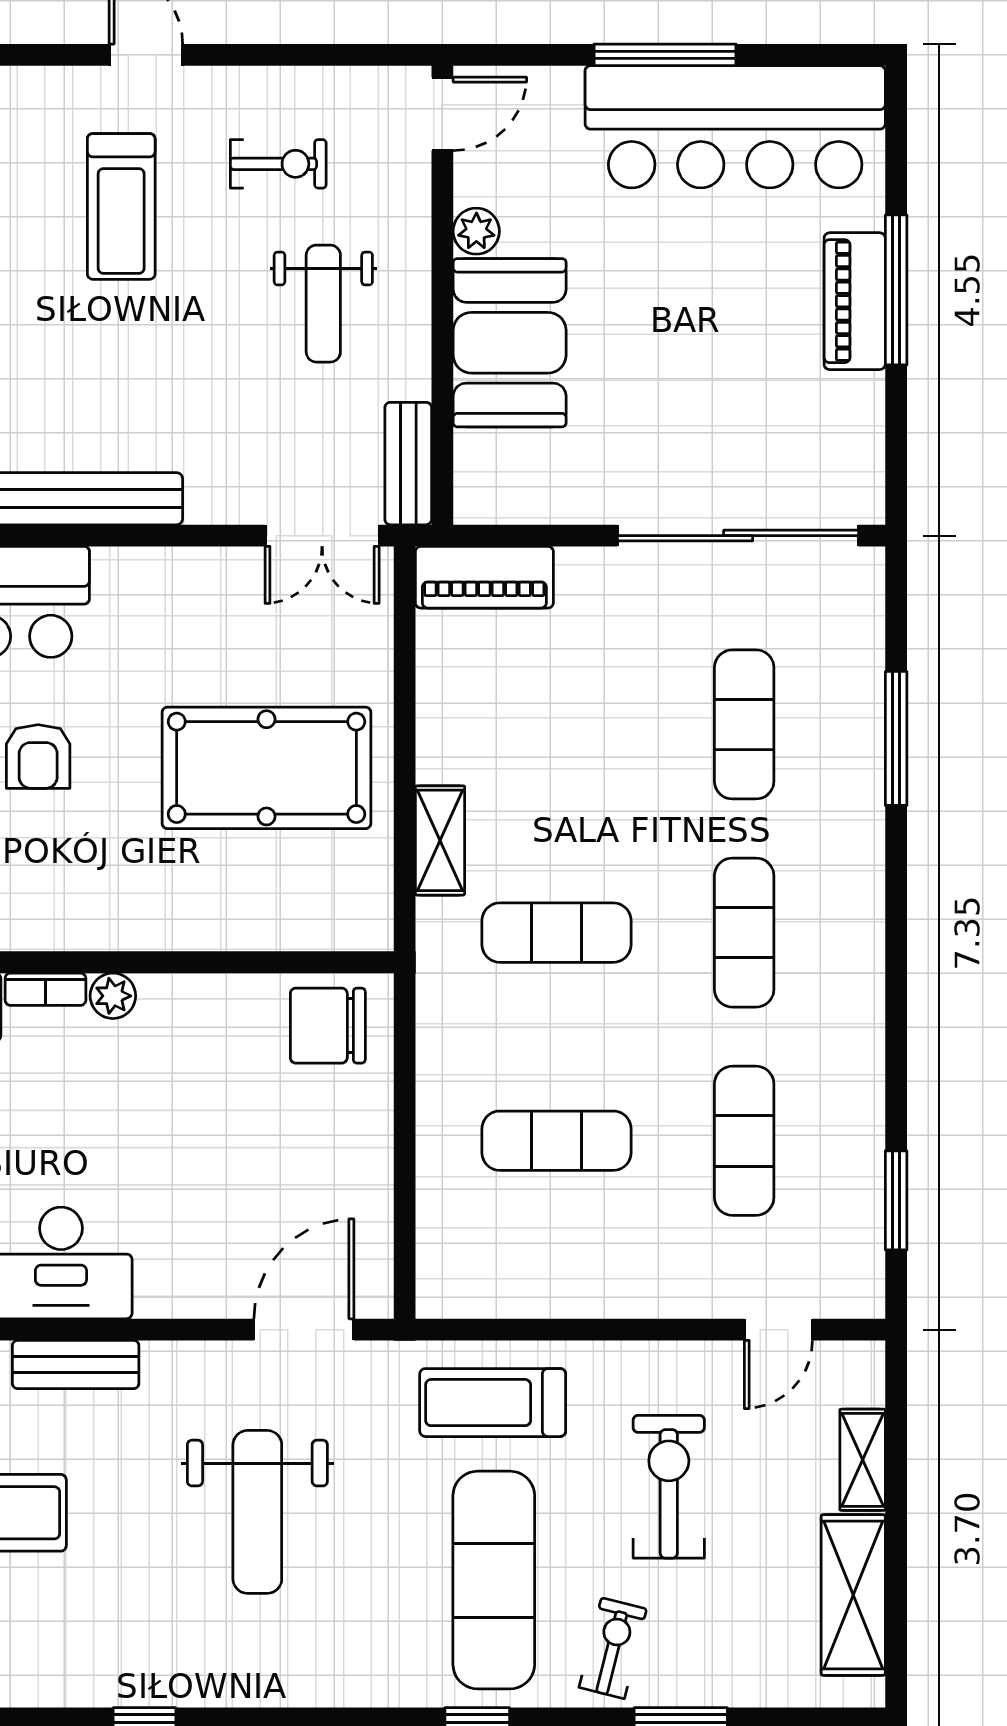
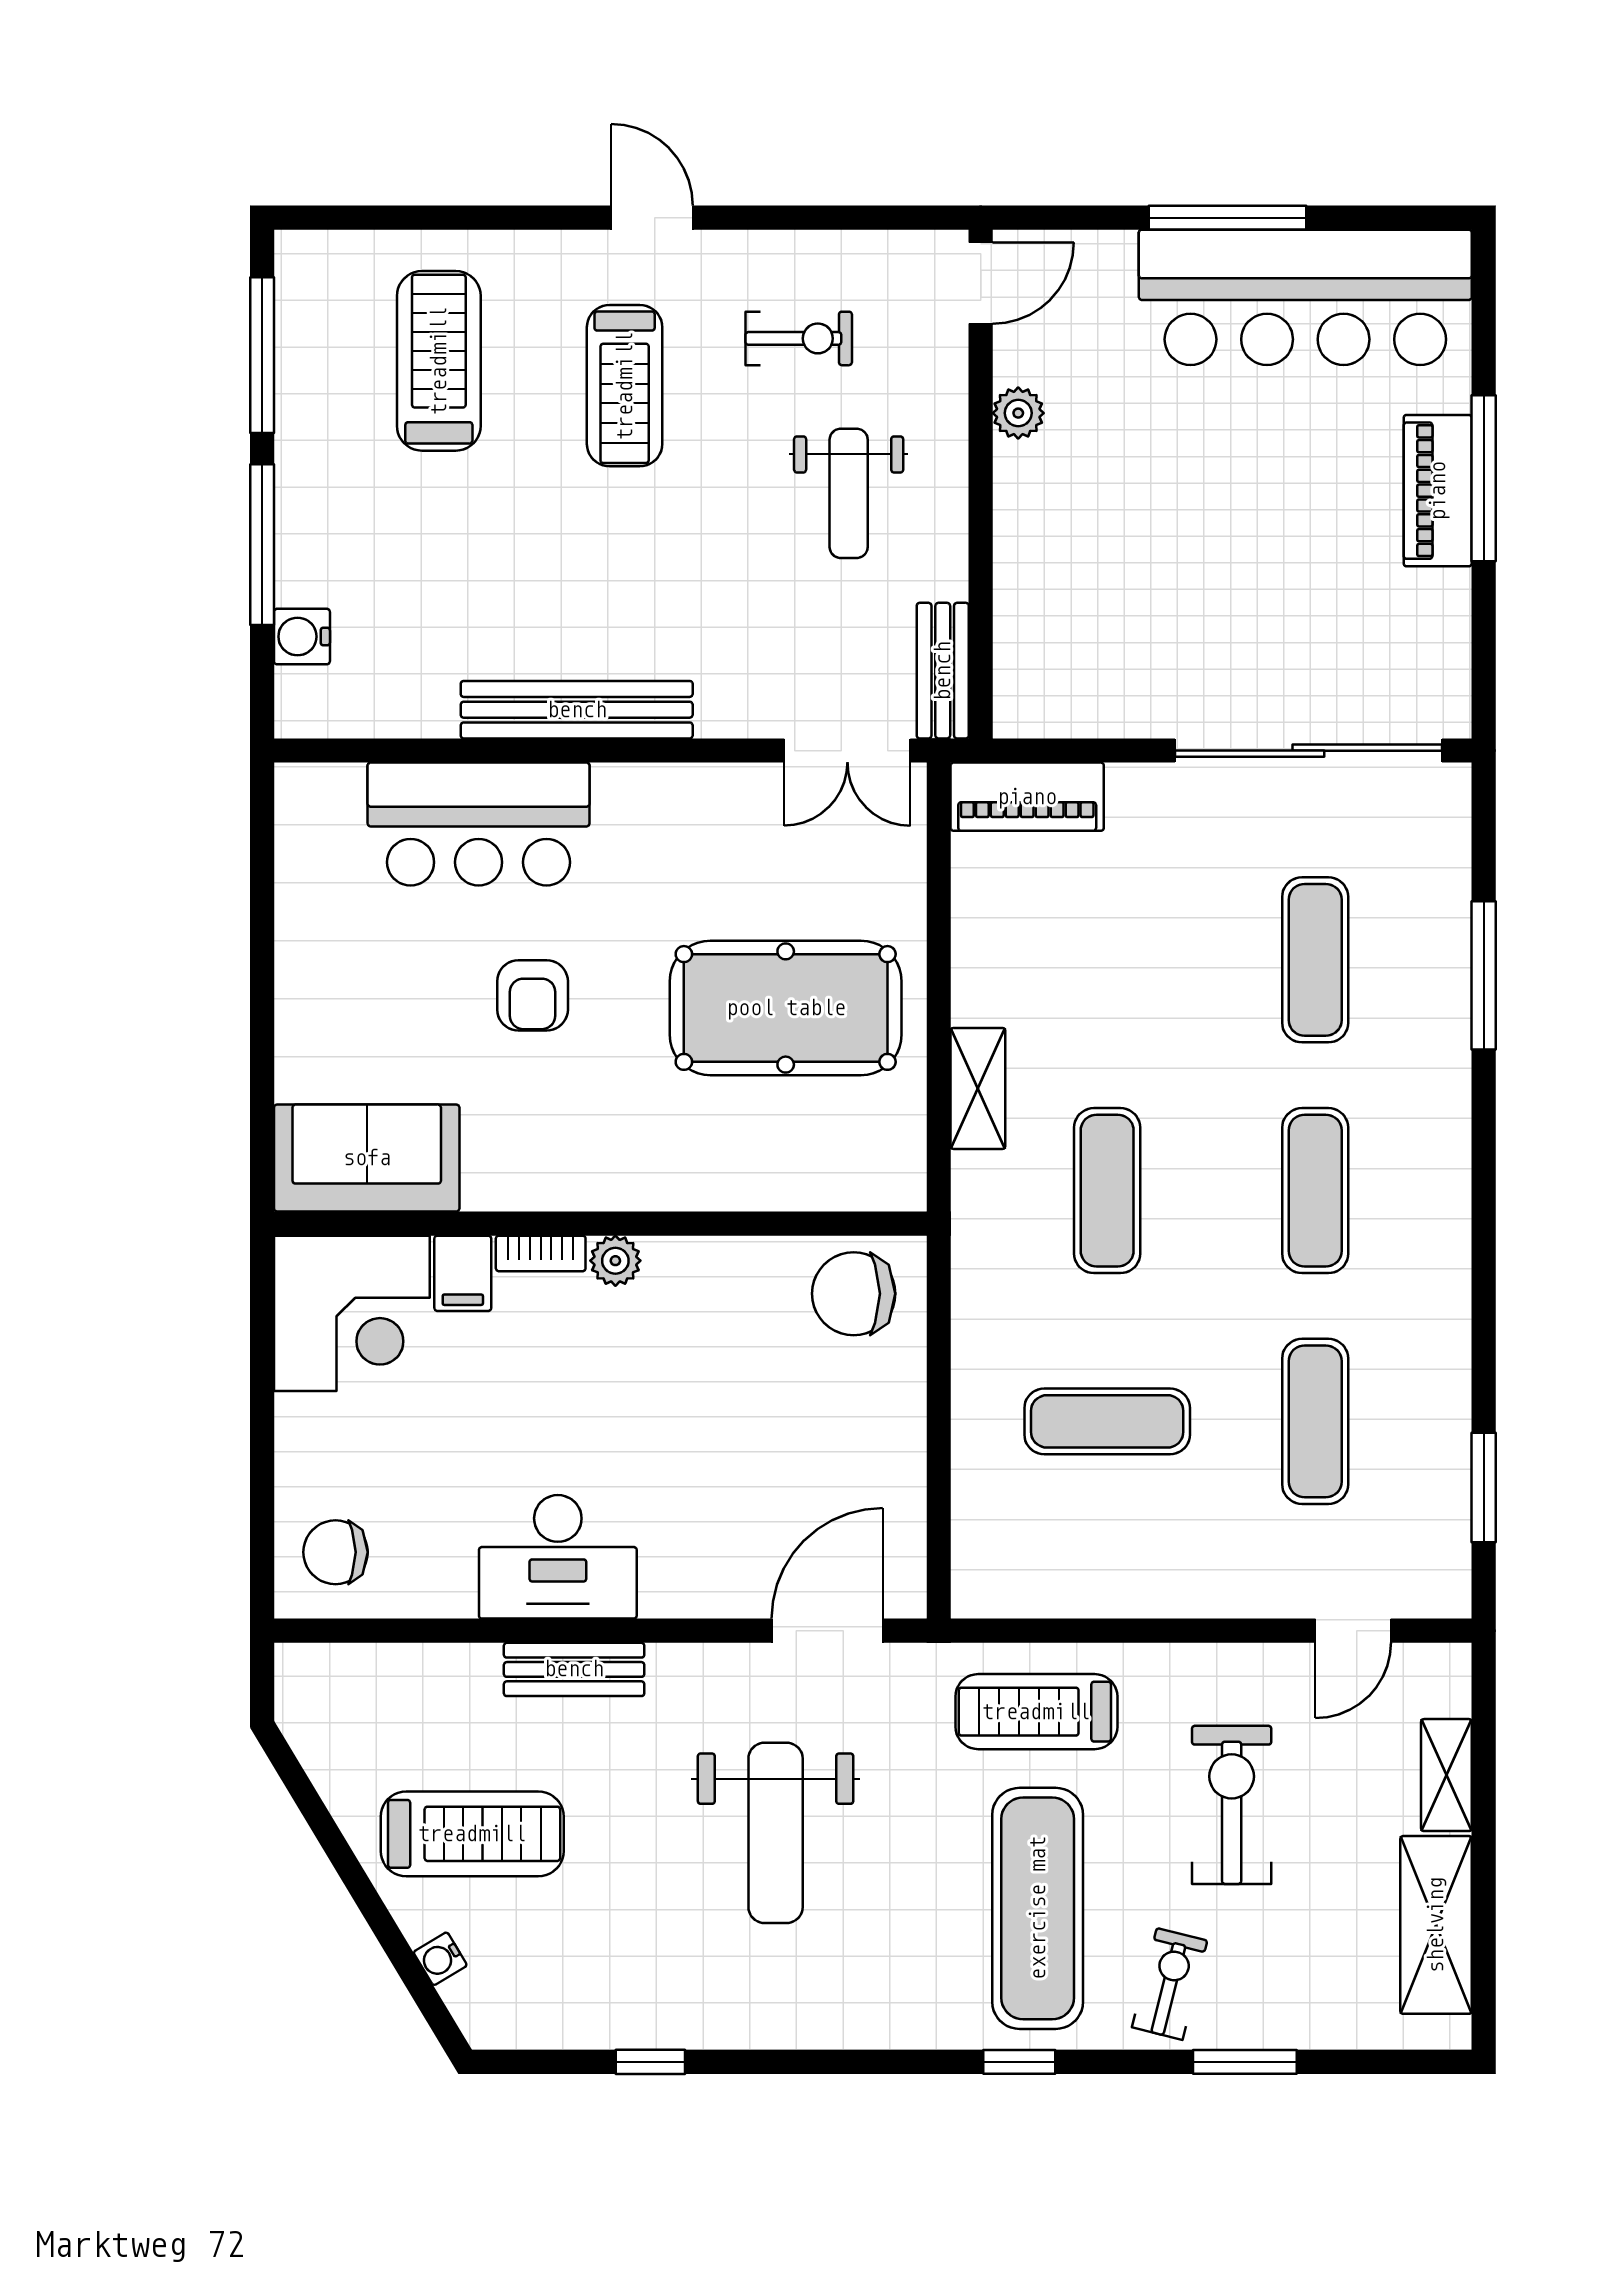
booth: (510, 343) -> (1055, 537), removed
exercise mat: (556, 933) -> (1107, 1191), turned 90

